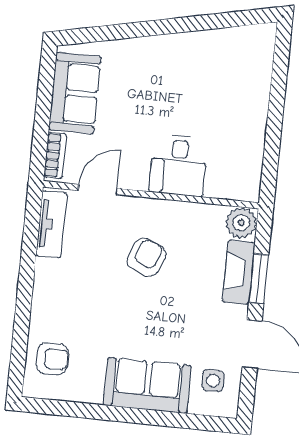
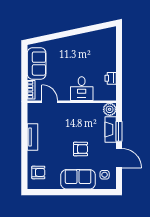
printer: (251, 147) -> (111, 78), added
door: (98, 189) -> (50, 102), hinge flipped
tv unit: (51, 224) -> (32, 137), moved
armchair: (146, 257) -> (81, 149), moved, turned 67

